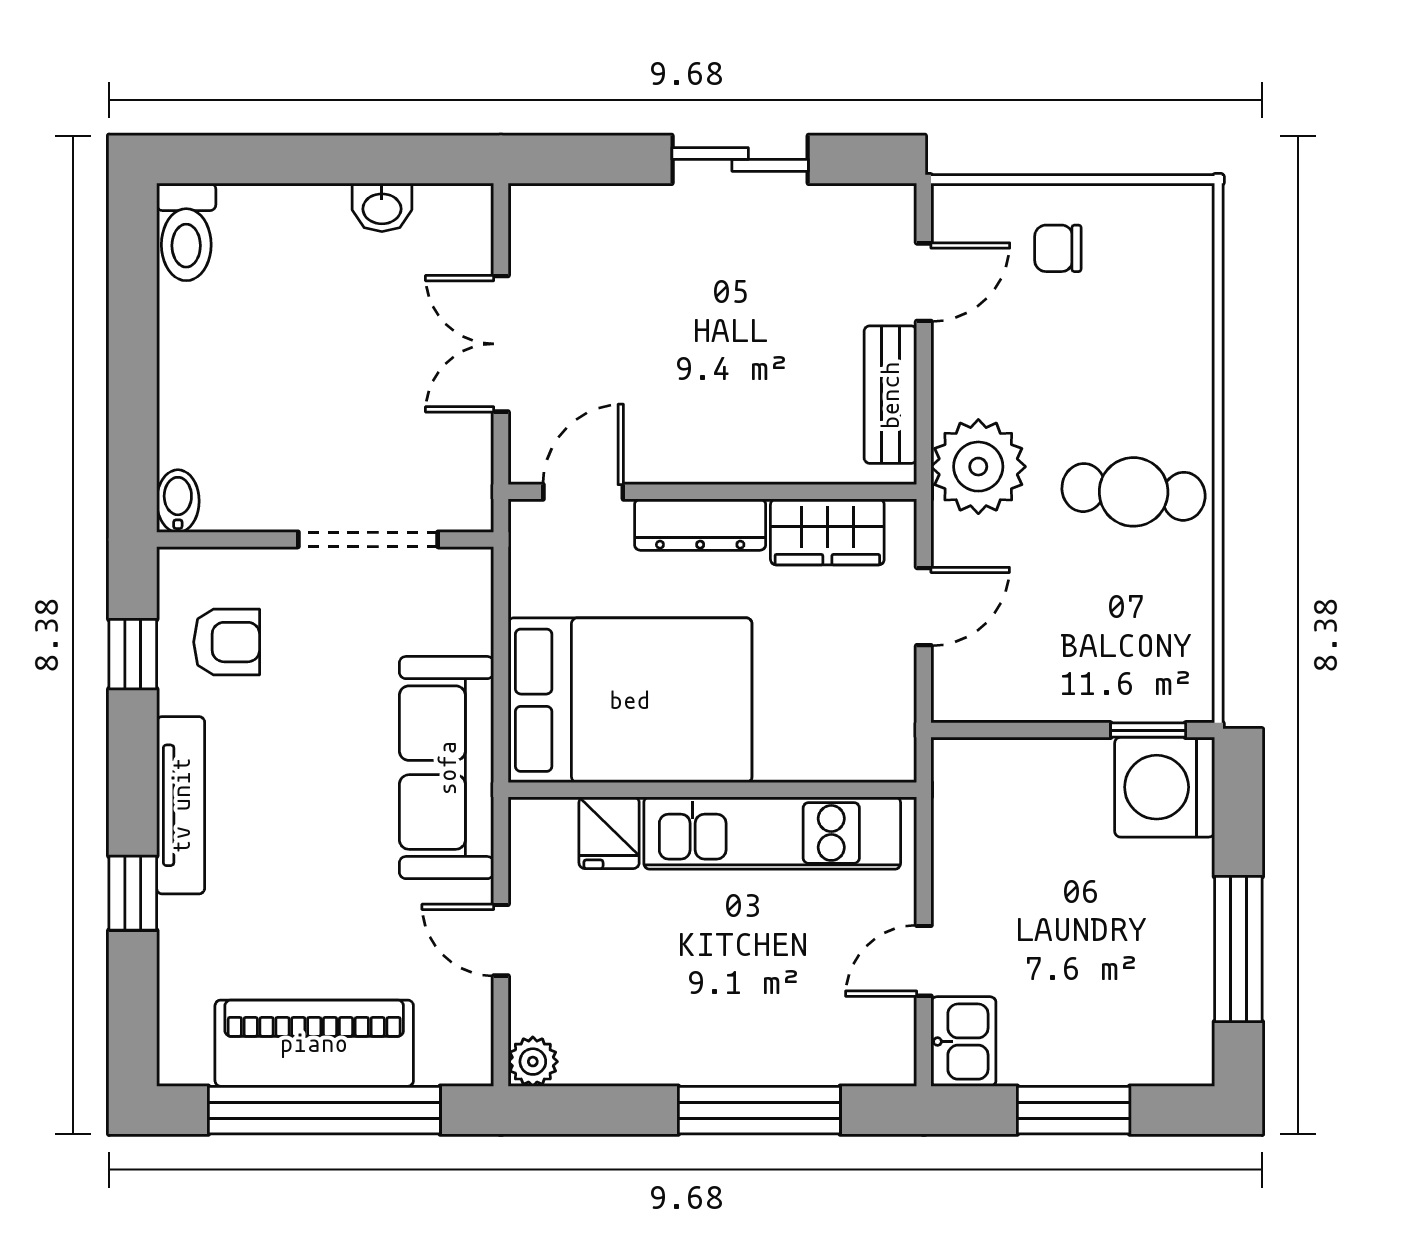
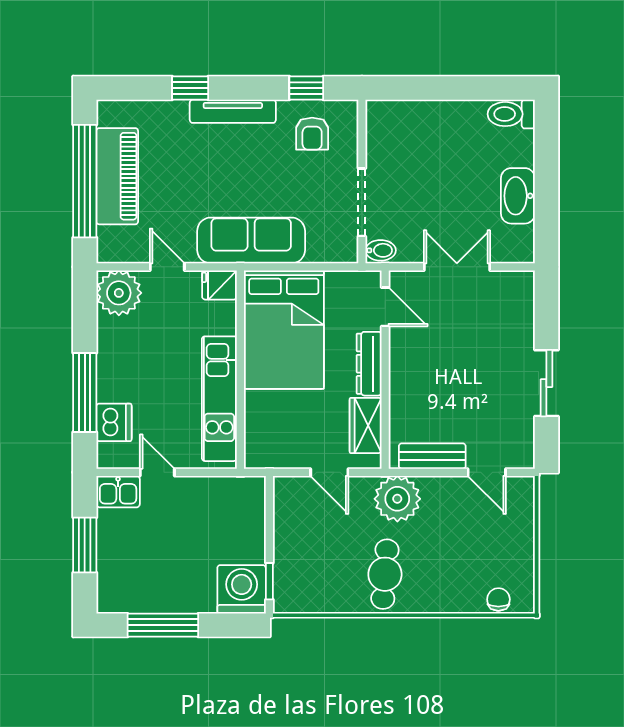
washbasin: (382, 207) -> (518, 196), width x1.91, depth x1.45
chair: (1058, 248) -> (498, 599), moved
bidet: (178, 501) -> (381, 250), moved
fridge: (609, 833) -> (219, 285), moved
door: (501, 940) -> (167, 267), hinge flipped
dishwasher: (821, 1050) -> (114, 422), added
plant: (533, 1062) -> (119, 293), width x1.87, depth x1.87

